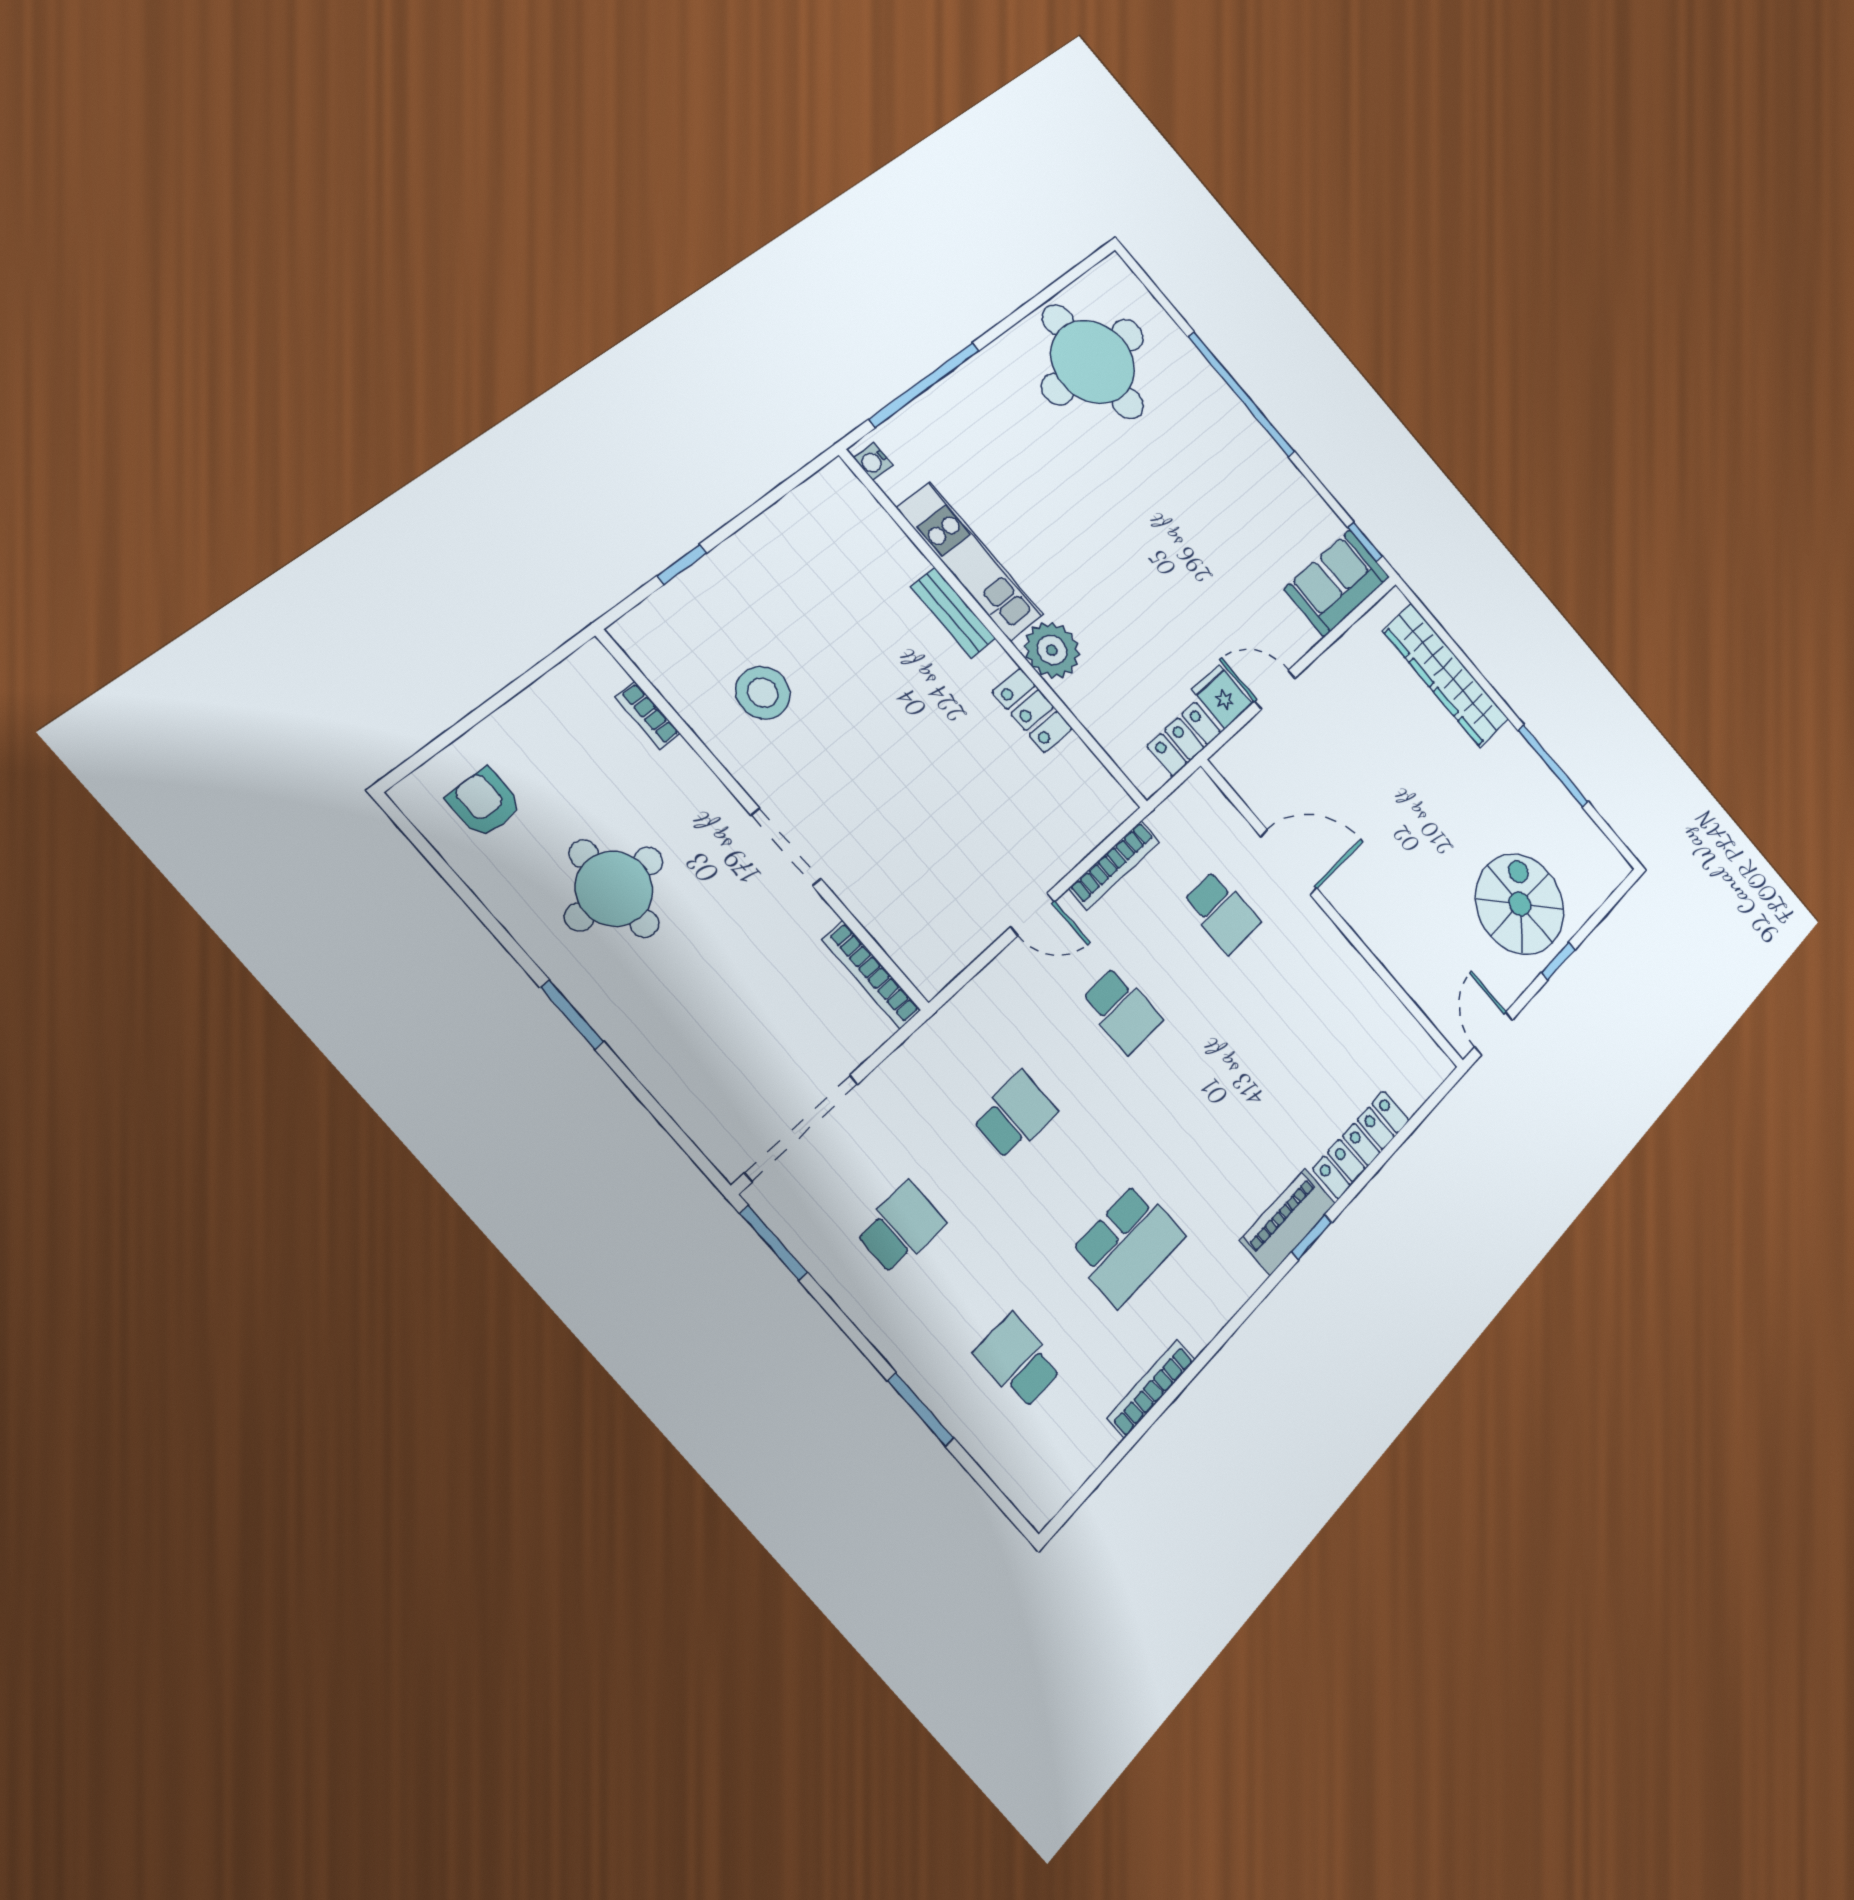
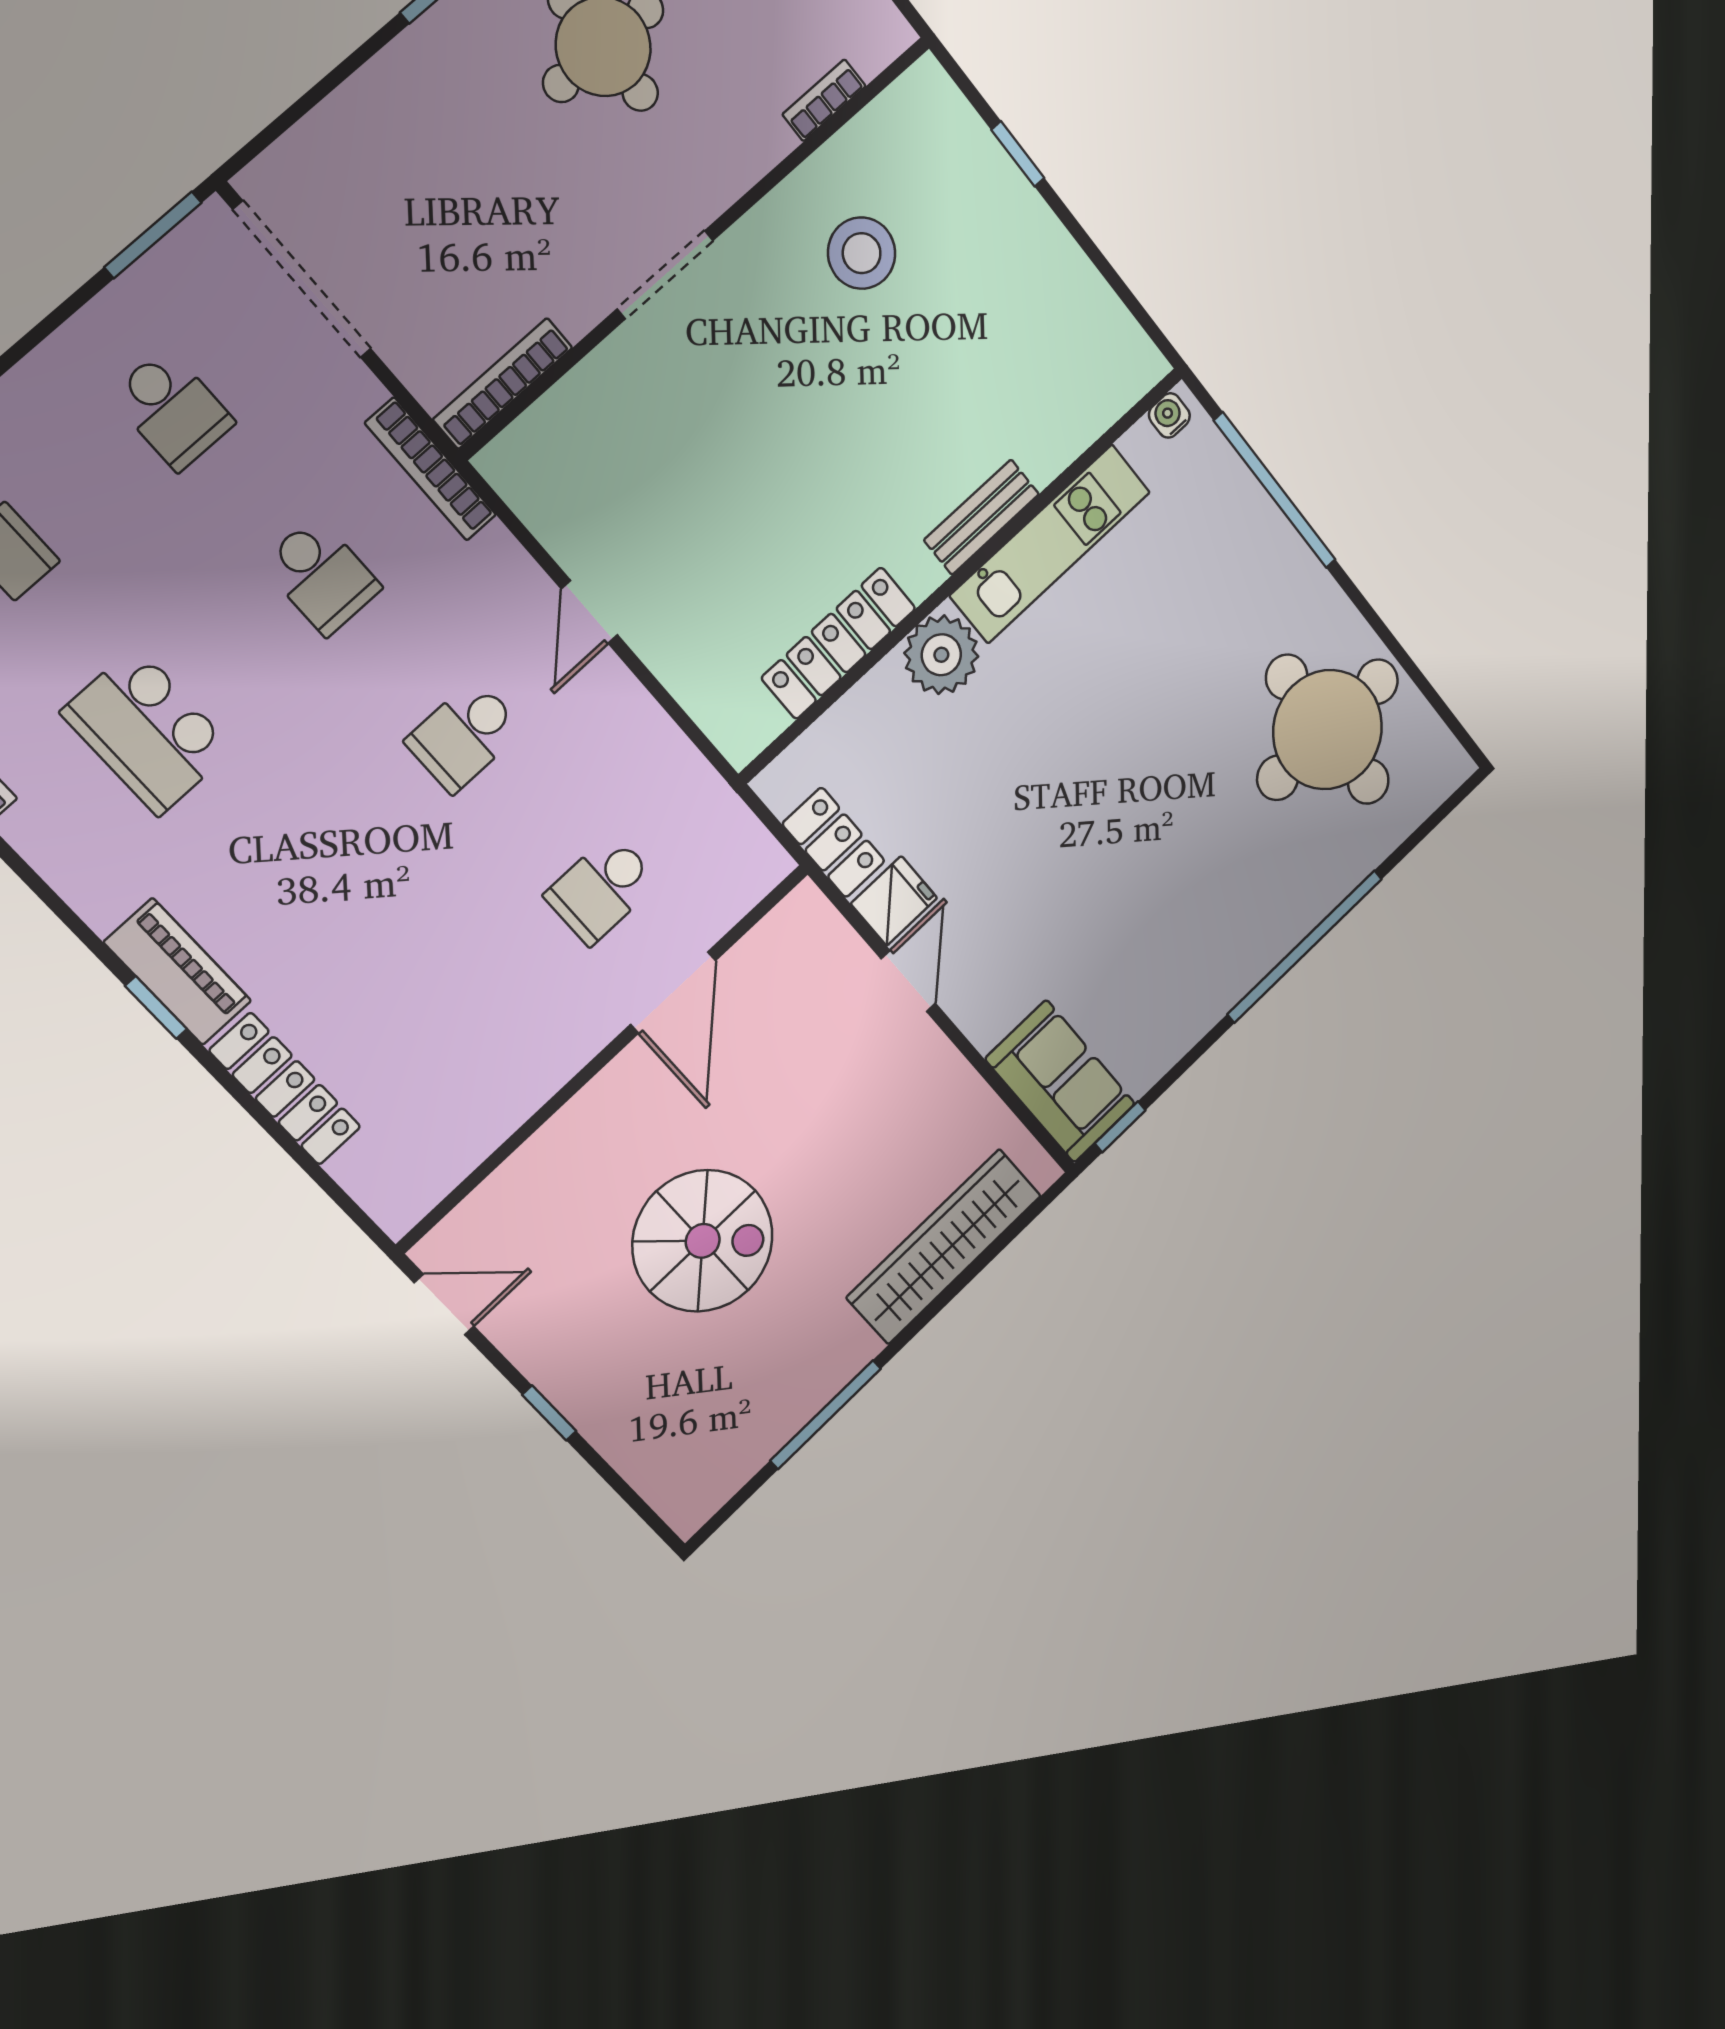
locker: (1032, 710) -> (839, 643), width x1.53
bookcase: (1114, 865) -> (431, 469), moved
spiral stairs: (1520, 904) -> (703, 1241), moved

